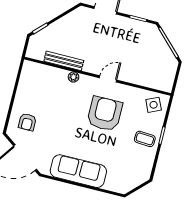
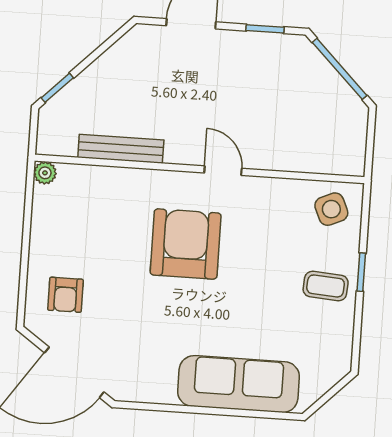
plant: (73, 77) -> (45, 173), moved
door: (108, 79) -> (223, 171), hinge flipped
armchair: (105, 114) -> (186, 244), moved
sofa: (78, 171) -> (238, 384), moved

